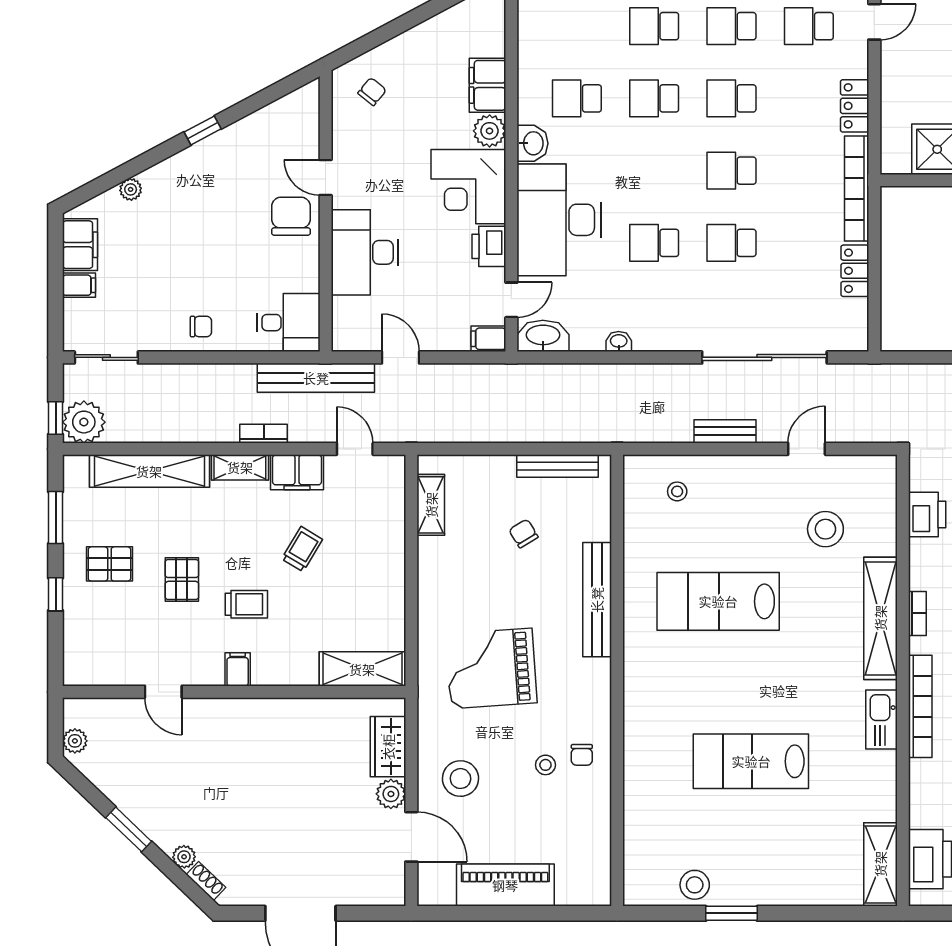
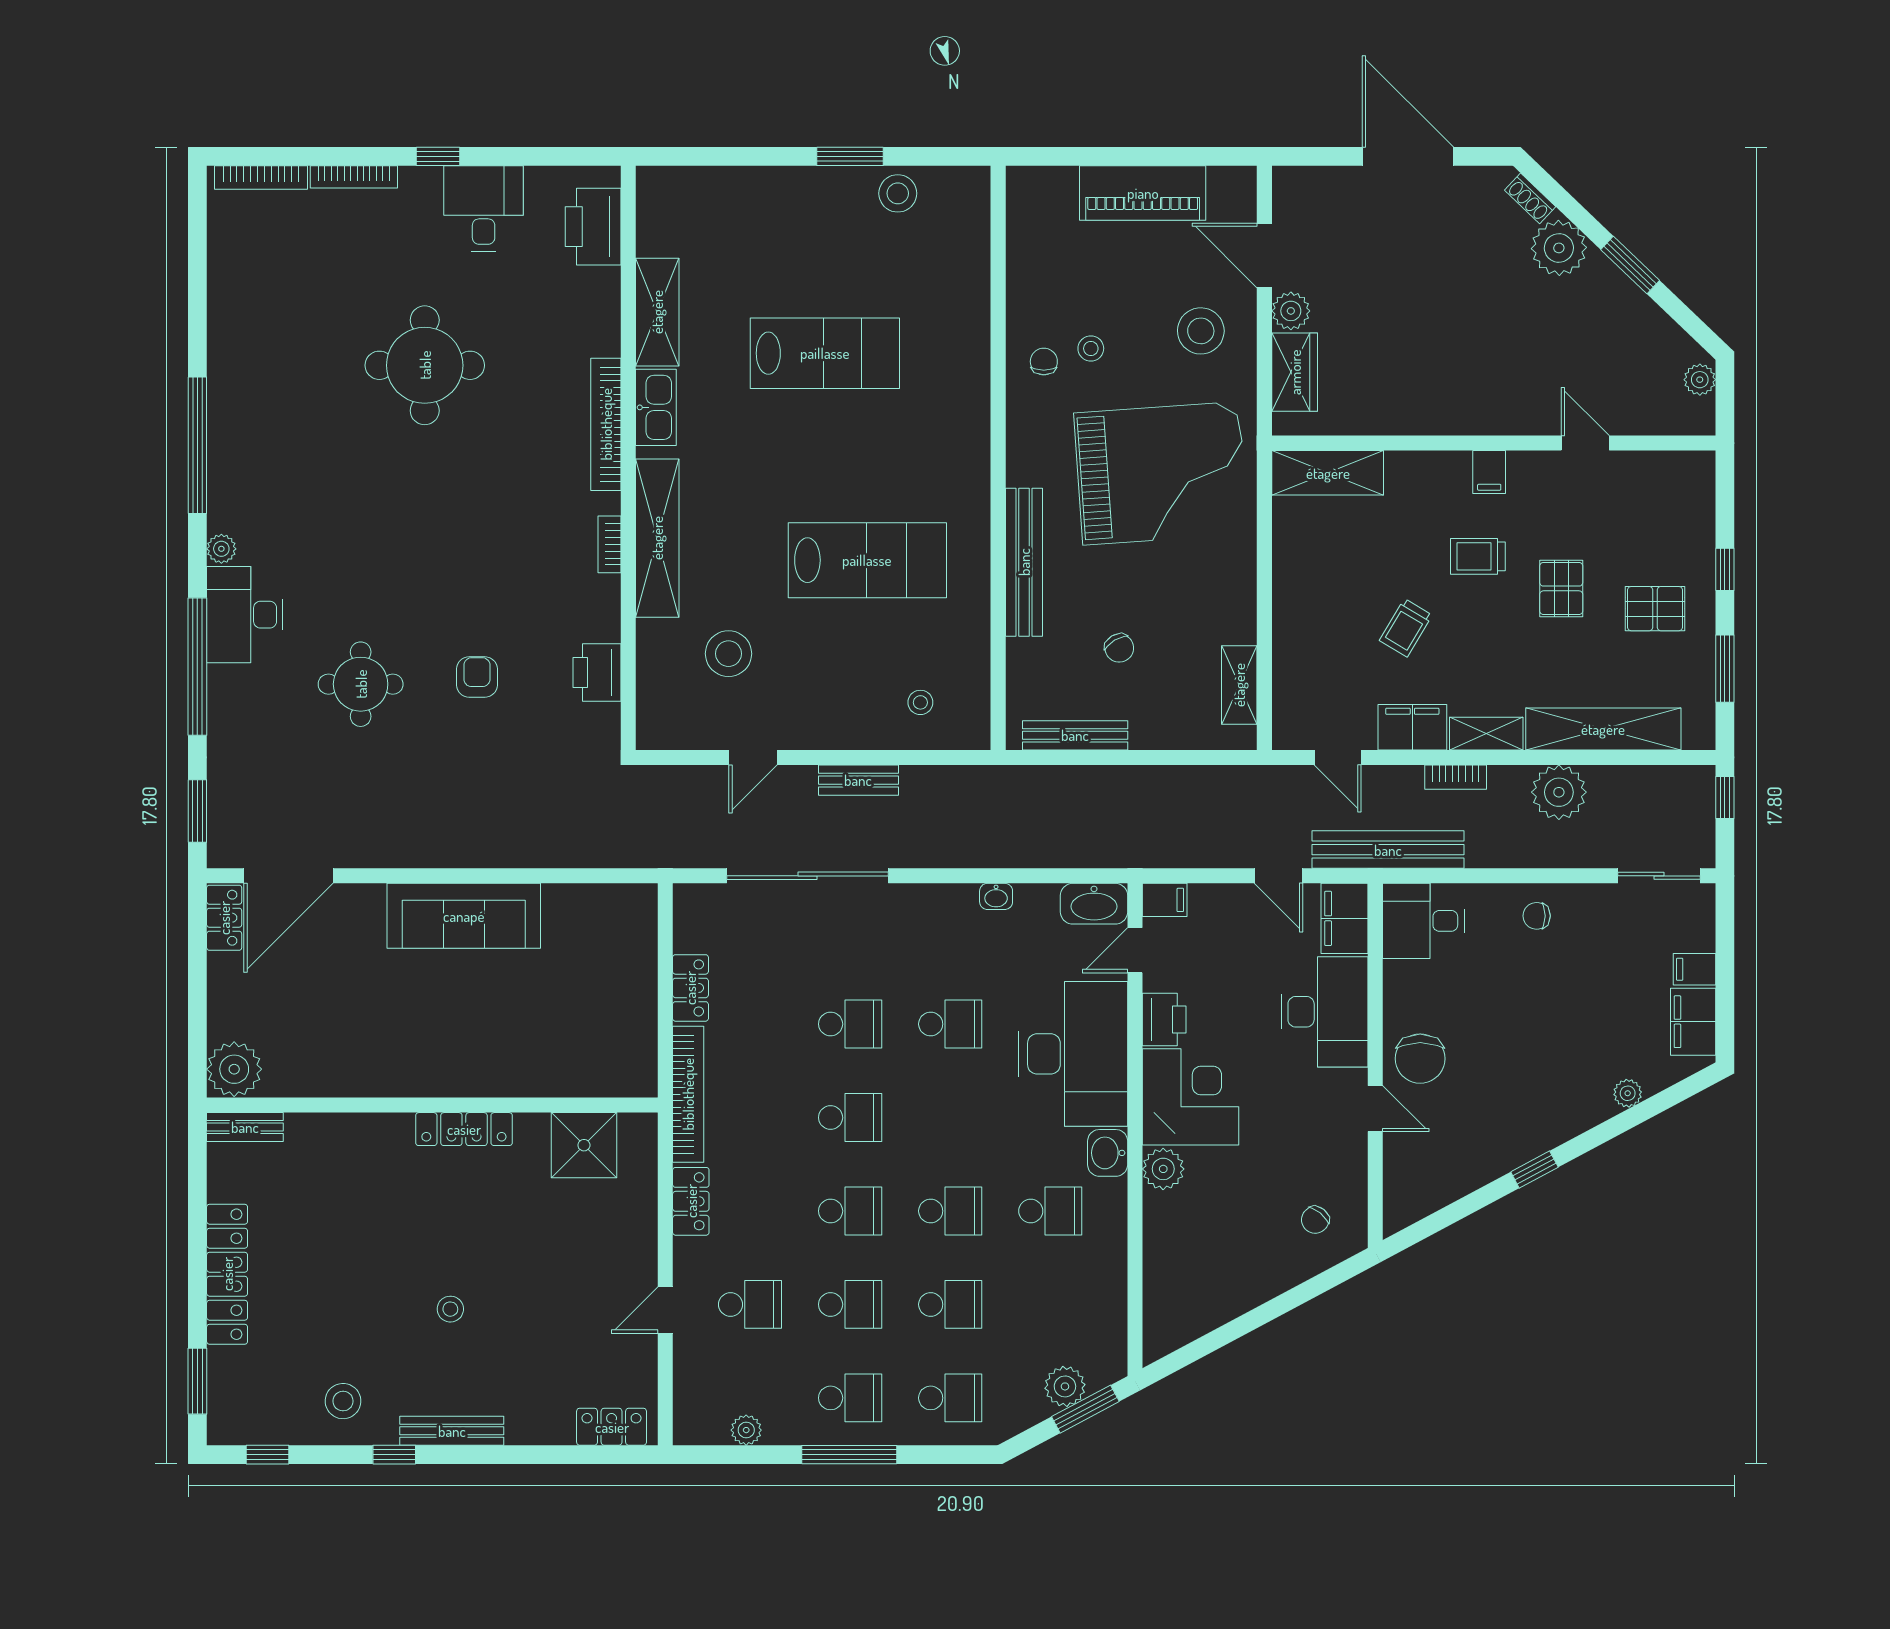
filing cabinet: (488, 85) -> (1344, 918), moved, turned 180
plant: (84, 422) -> (1559, 792), moved
grand piano: (491, 668) -> (1161, 473), width x1.37, depth x1.48
plant: (184, 857) -> (1559, 248), width x1.88, depth x1.88
shelving: (880, 864) -> (657, 312), moved

